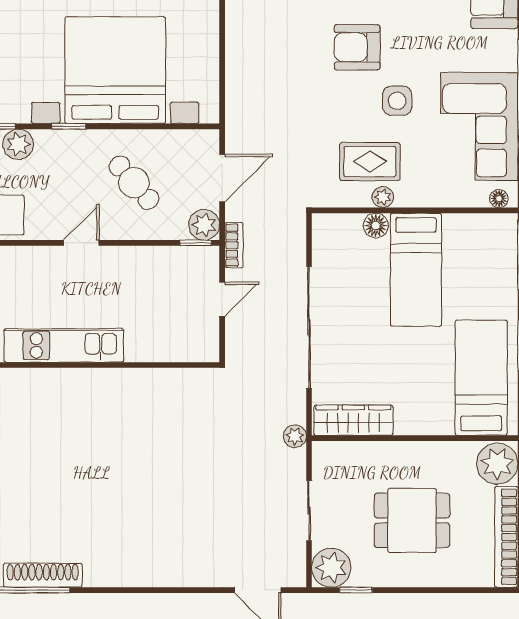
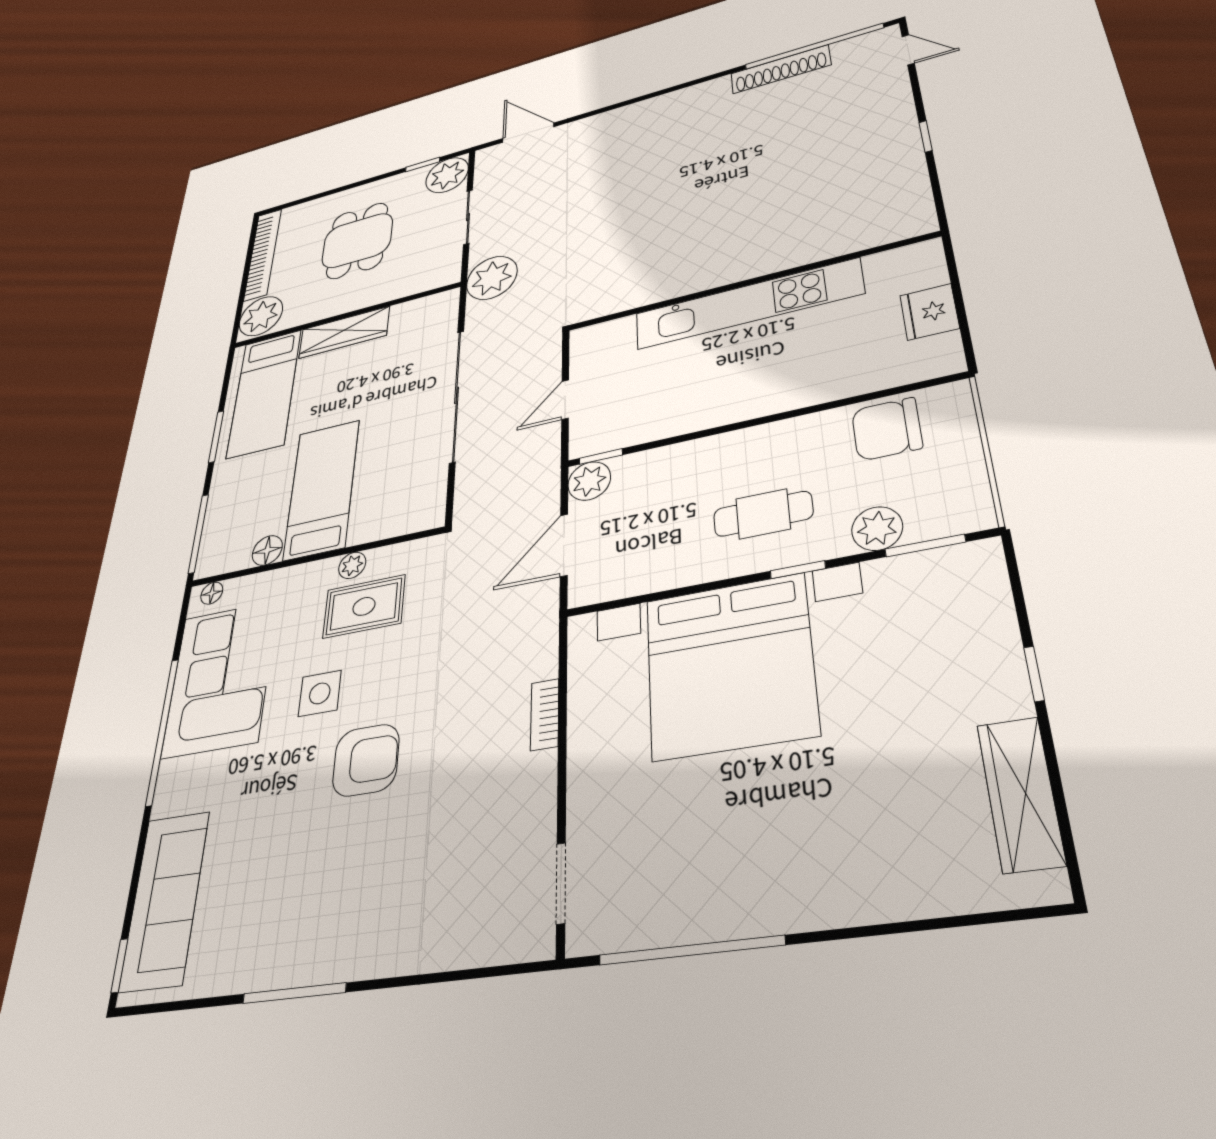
cafe table: (134, 183) -> (763, 514), moved, turned -49
floor lamp: (376, 226) -> (267, 550), moved
door: (81, 243) -> (764, 420), removed
bookcase: (234, 245) -> (545, 714), moved
kitchen unit: (64, 345) -> (747, 304), width x1.36
wardrobe: (353, 420) -> (344, 332), moved
plant: (295, 436) -> (492, 278), width x1.87, depth x1.87
dining table: (412, 520) -> (357, 241), turned 90

